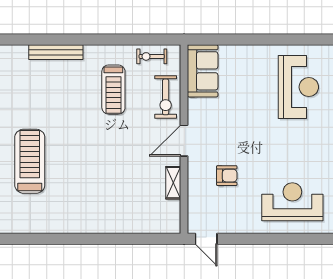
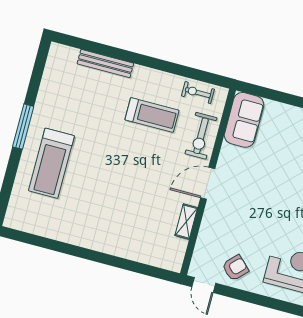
treadmill: (113, 90) -> (152, 115), turned -90
treadmill: (30, 161) -> (51, 163), turned 180
armchair: (227, 176) -> (235, 268), moved, turned -46

